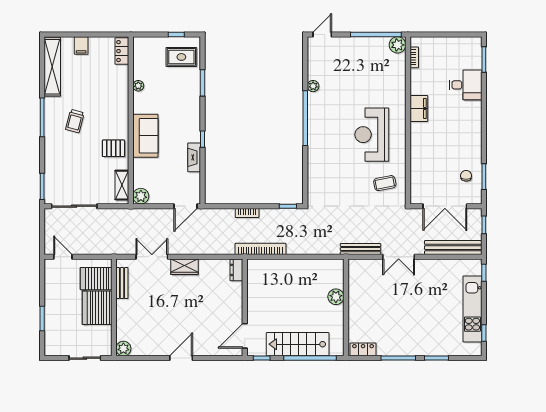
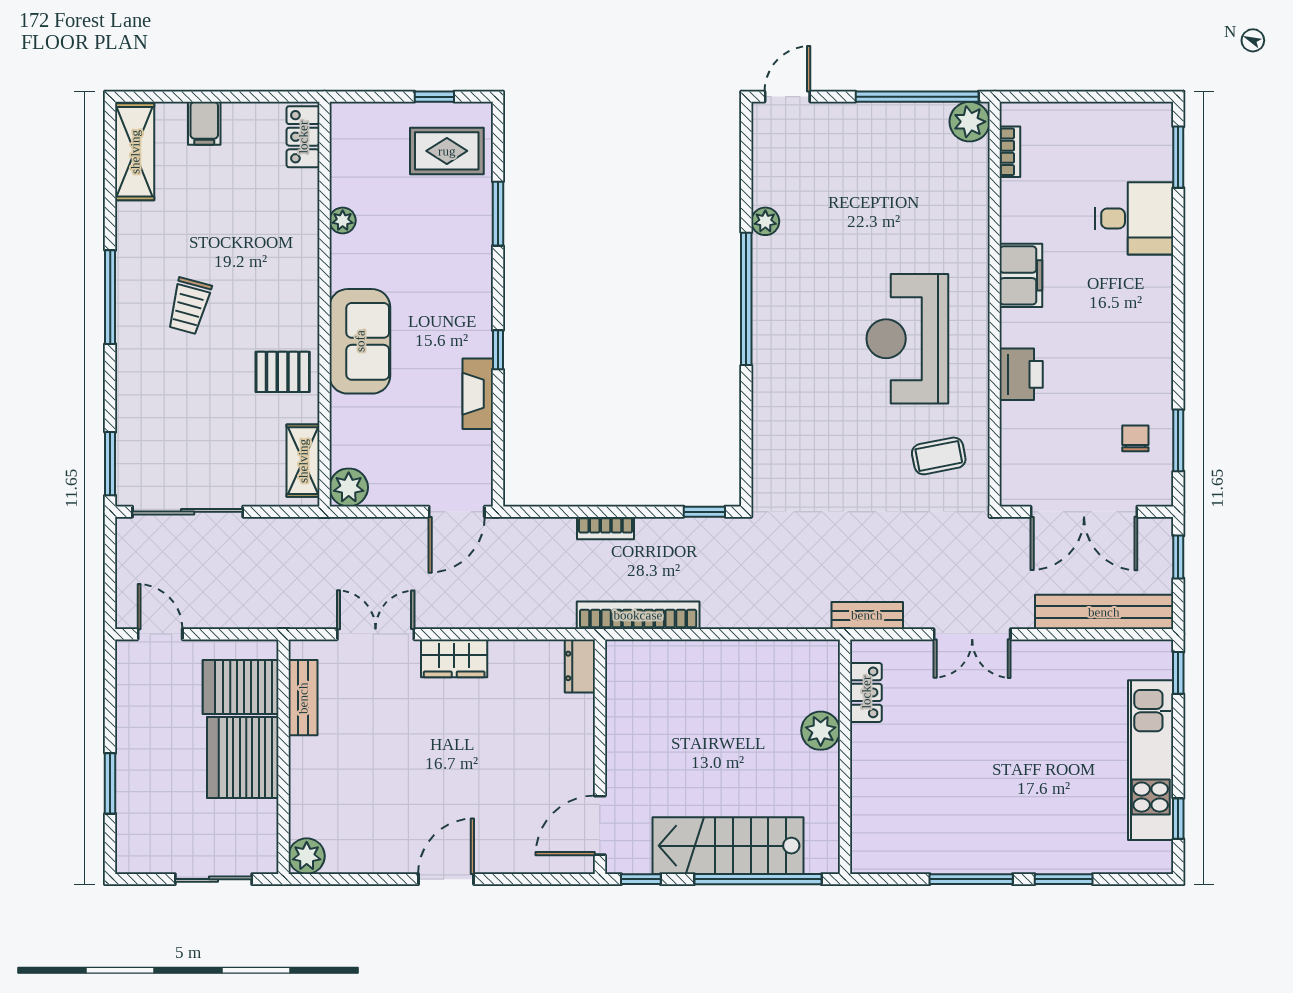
shelving: (52, 67) -> (135, 152), width x0.68
printer: (419, 149) -> (1021, 374), added
bench: (361, 249) -> (867, 615), width x0.73
locker: (363, 349) -> (866, 692), moved, turned 90

